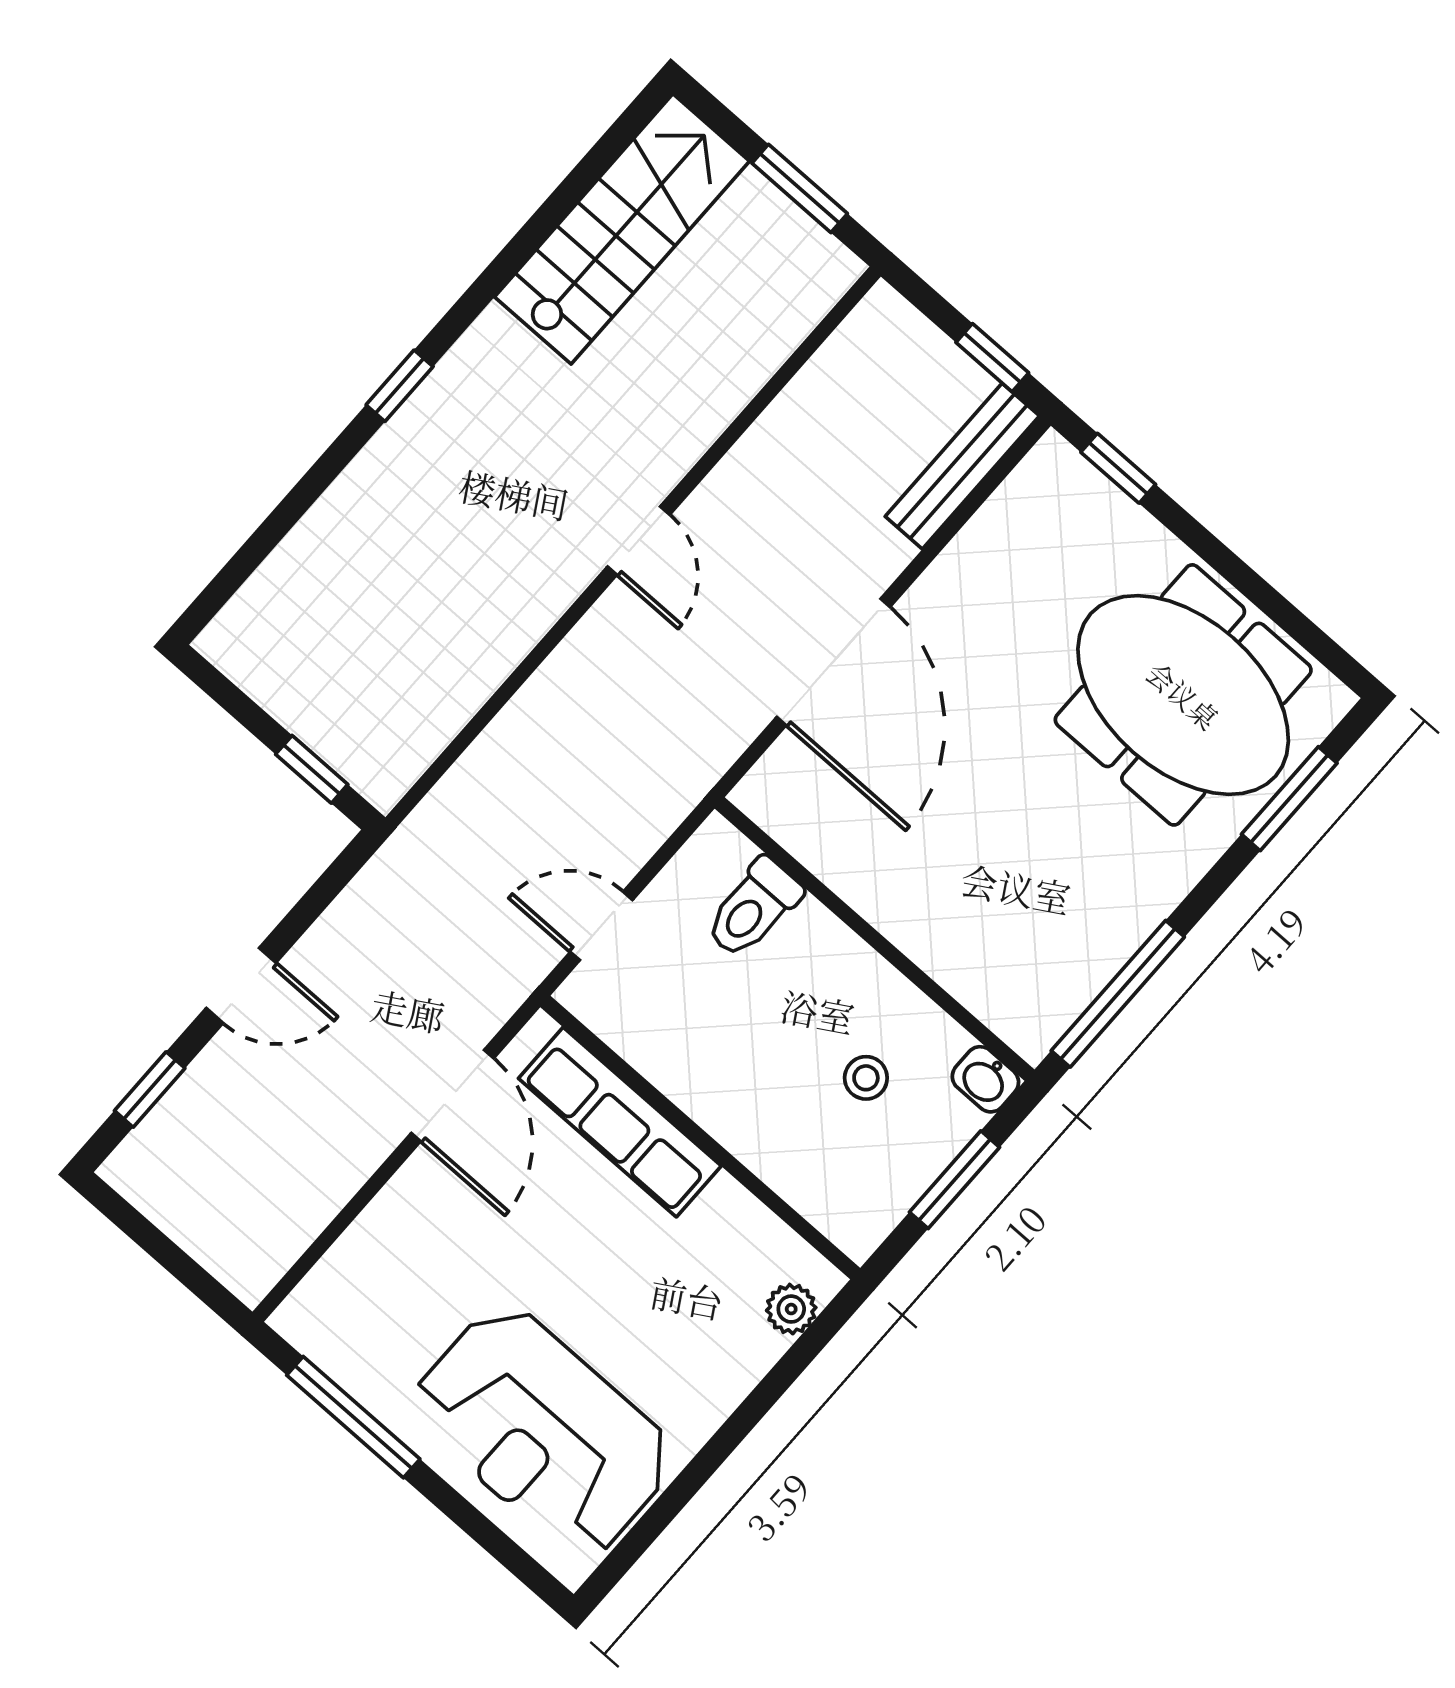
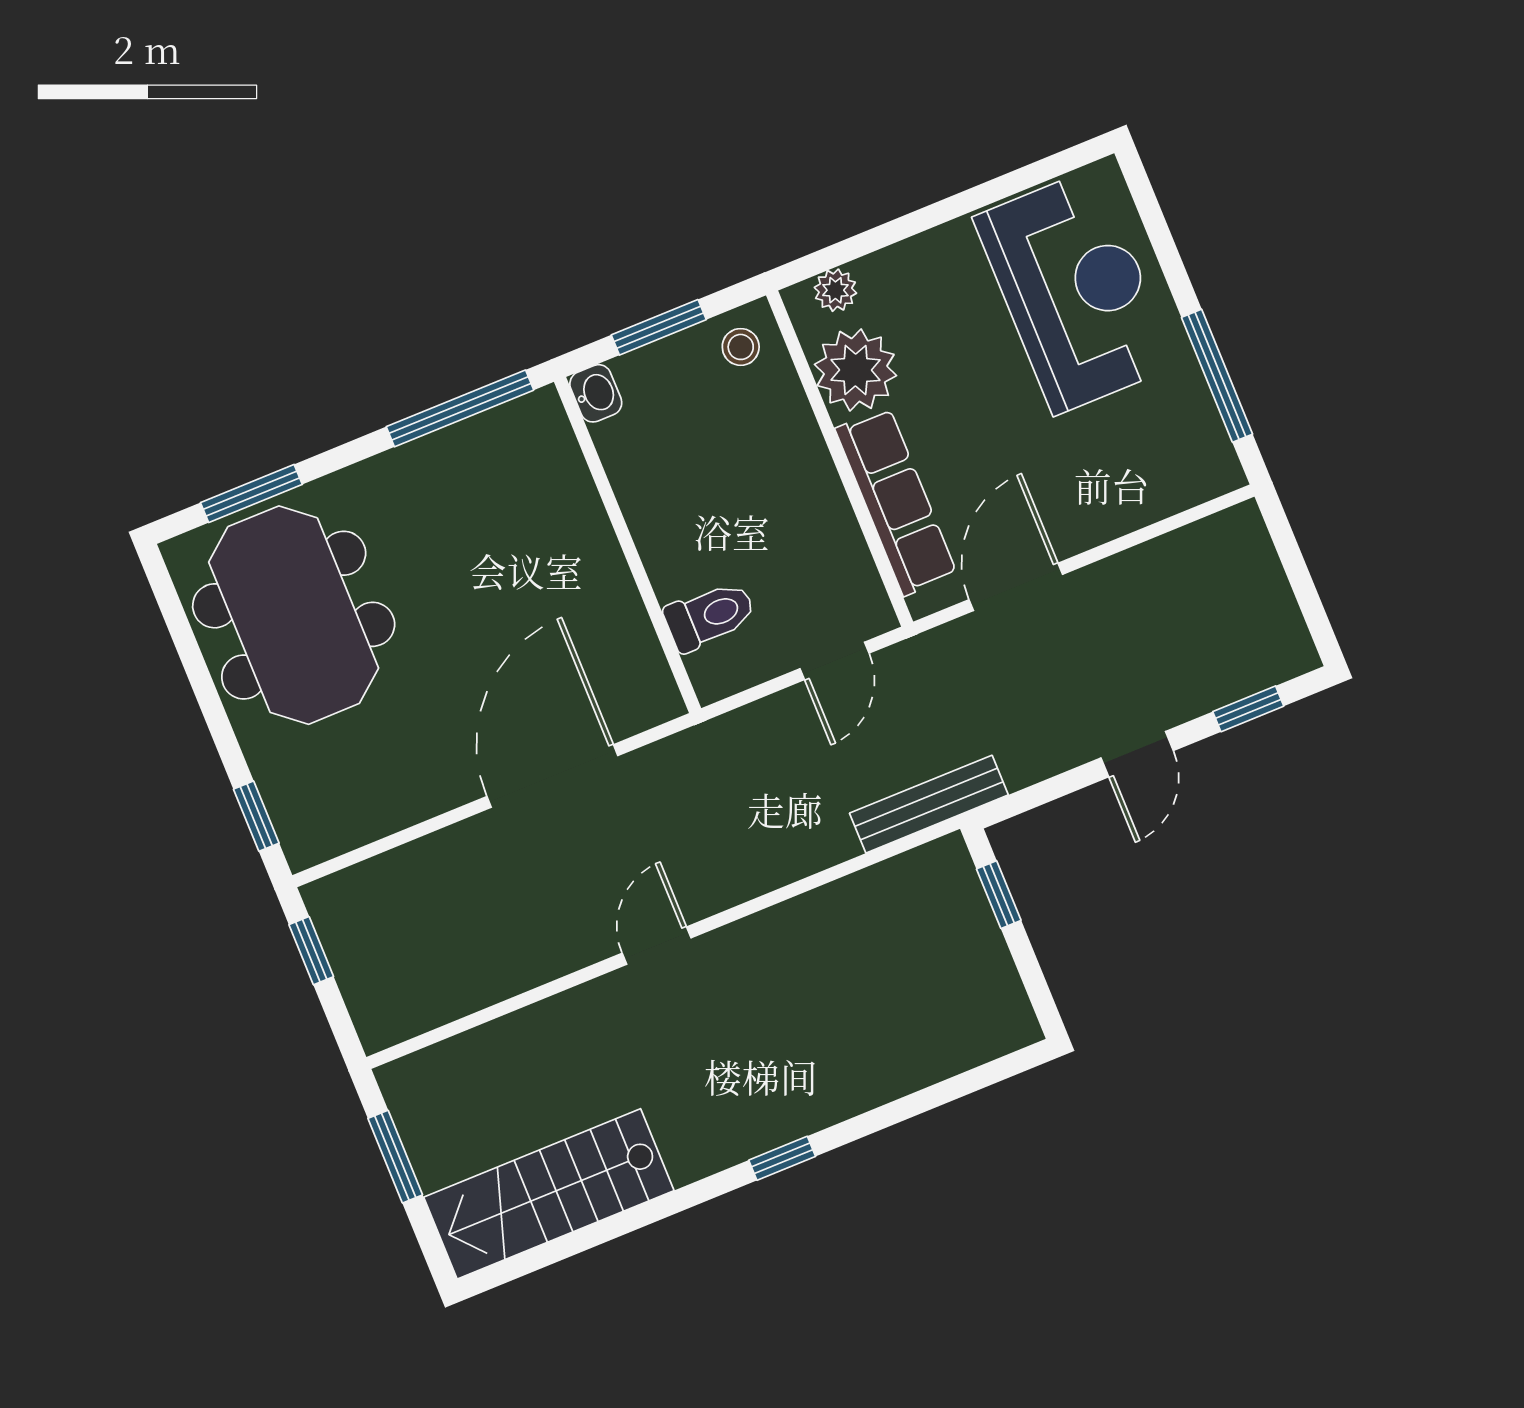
bench: (962, 466) -> (929, 804), moved
door: (601, 926) -> (834, 661), hinge flipped
door: (241, 985) -> (1137, 754), swing flipped
stool: (866, 1078) -> (741, 347), moved
plant: (729, 1237) -> (856, 370), added

